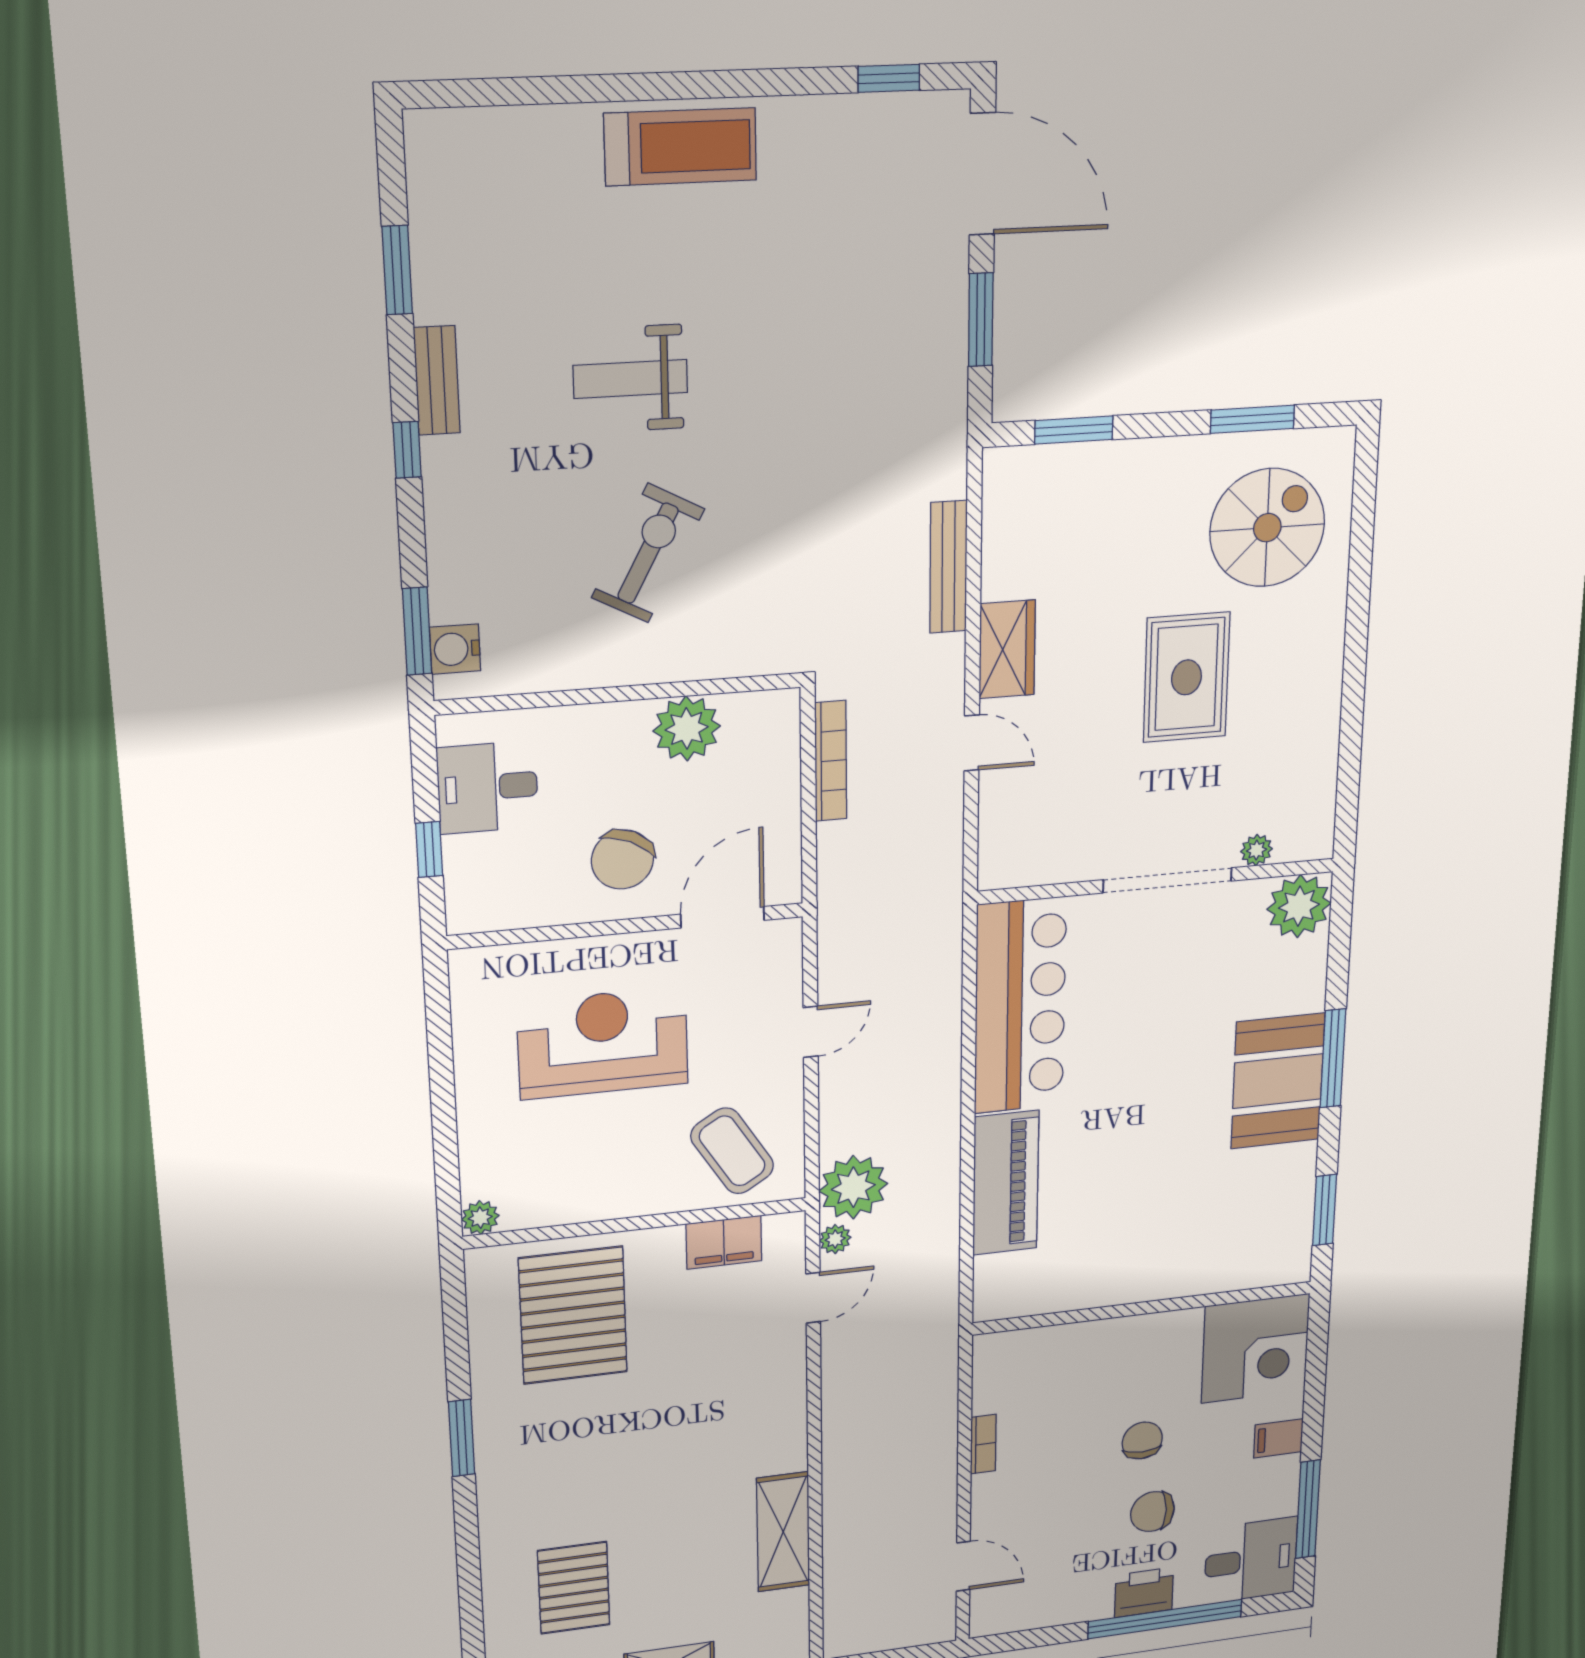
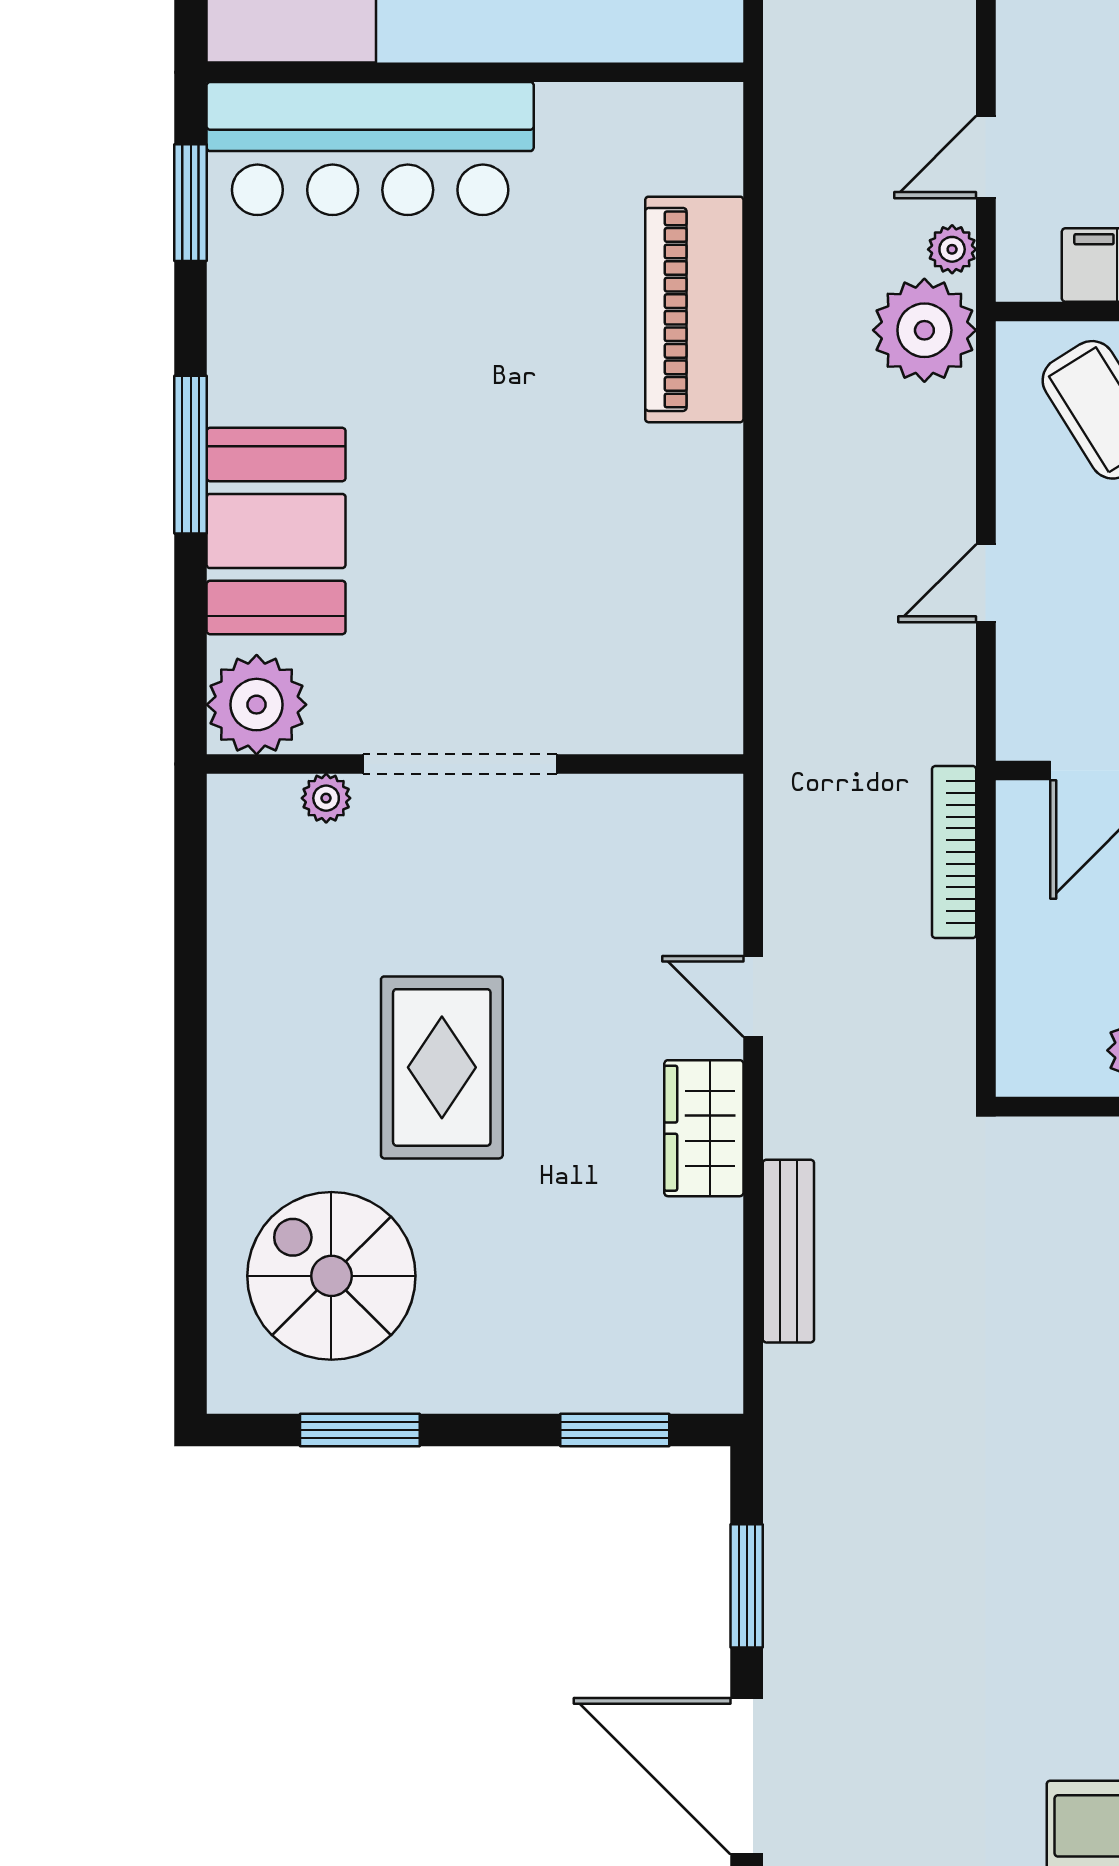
spiral stairs: (1267, 528) -> (331, 1276), turned 90
bookcase: (831, 761) -> (954, 852), moved
bar counter: (1020, 1006) -> (370, 149), moved, turned -90
booth: (1278, 1081) -> (276, 531), moved

